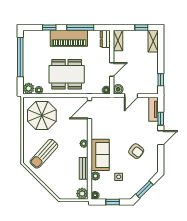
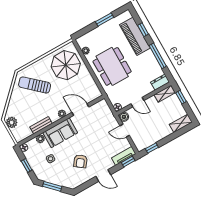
window: (141, 28) -> (181, 97), moved
piano: (69, 38) -> (135, 36), moved
window: (20, 57) -> (105, 19), width x0.47
plant: (29, 88) -> (82, 41), removed
door: (89, 110) -> (80, 110), moved
window: (161, 119) -> (128, 162), moved
plant: (82, 194) -> (12, 122), moved

